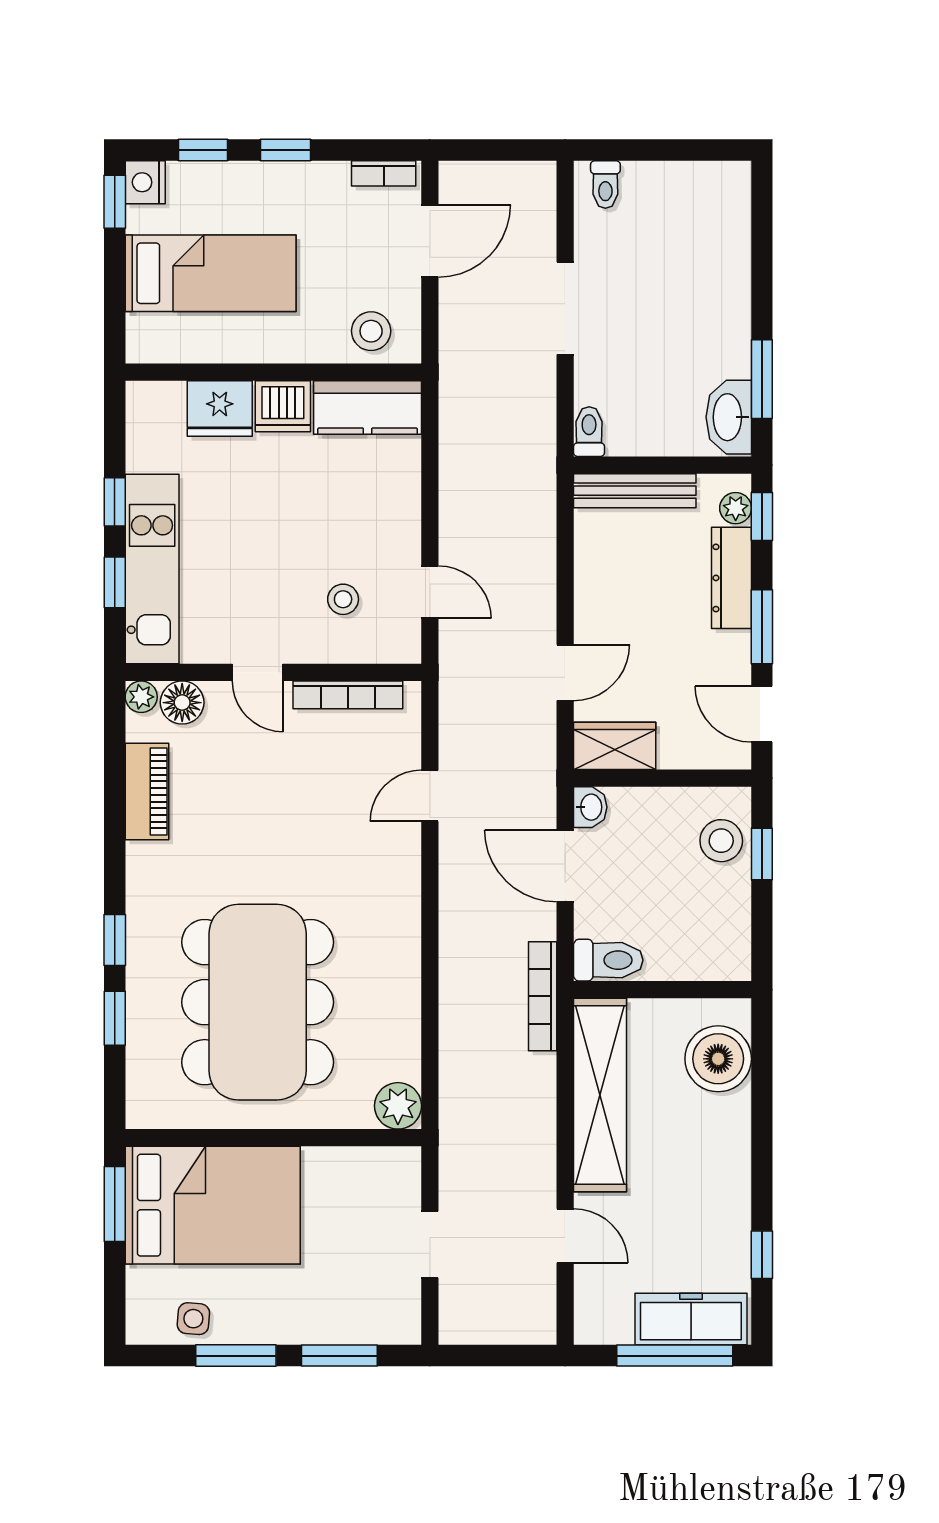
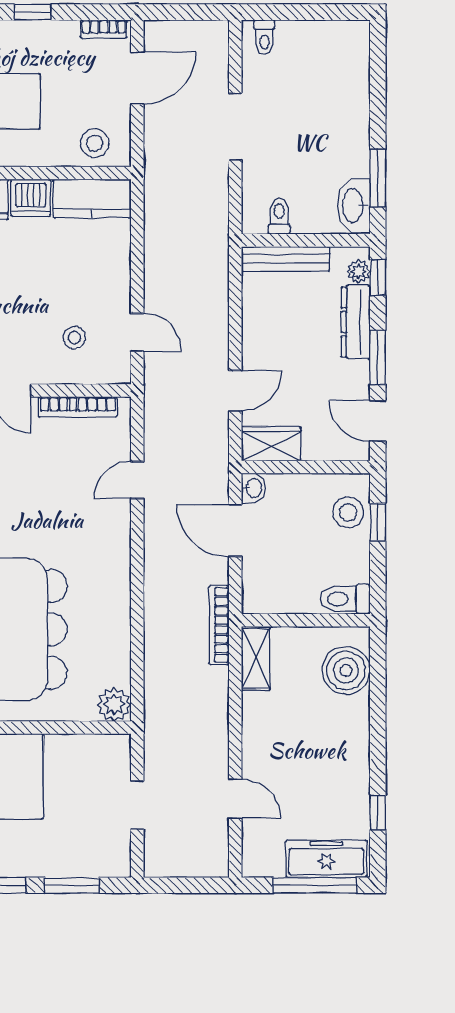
toilet: (589, 432) -> (279, 216), moved
toilet: (608, 960) -> (345, 599), moved, turned 180
shelving: (600, 1095) -> (256, 658), width x0.45, depth x0.75

